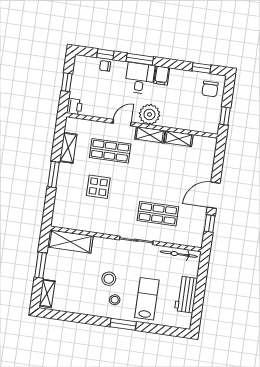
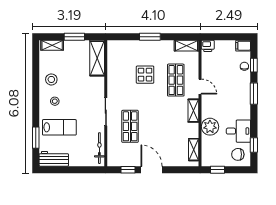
filing cabinet: (162, 76) -> (243, 46), moved
desk: (140, 78) -> (238, 131), moved
window: (67, 82) -> (227, 37), removed
plant: (150, 114) -> (210, 127), moved
shelving: (179, 139) -> (194, 150), moved
shelving: (68, 148) -> (186, 46), moved
stool: (109, 279) -> (51, 79), moved
workbench: (186, 295) -> (54, 159), moved
window: (123, 324) -> (36, 138), moved

